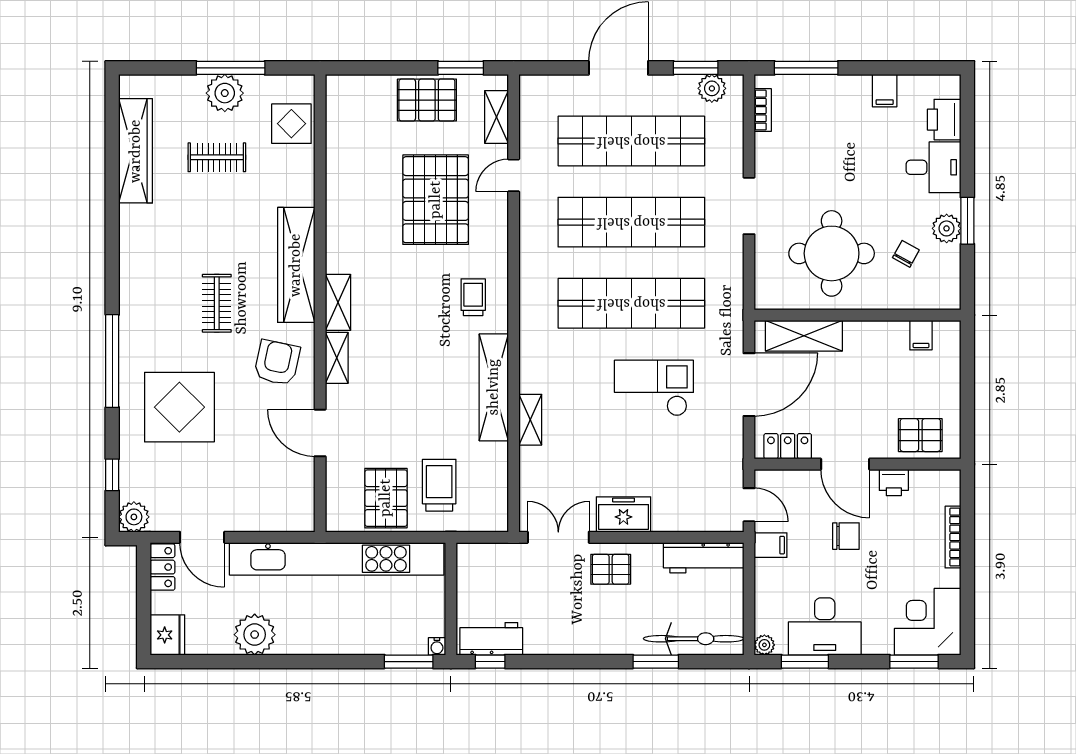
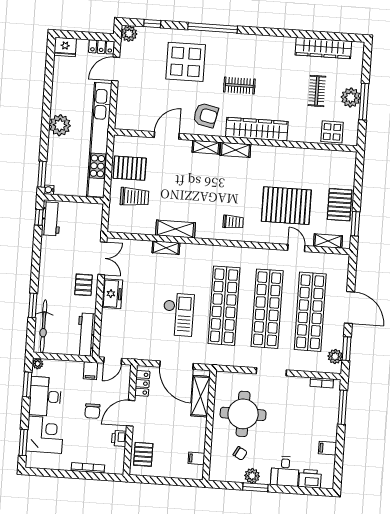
shelving: (494, 387) -> (175, 229), width x0.68
corner desk: (928, 622) -> (45, 435), moved
plant: (255, 635) -> (60, 125), moved

